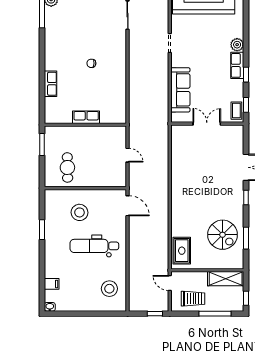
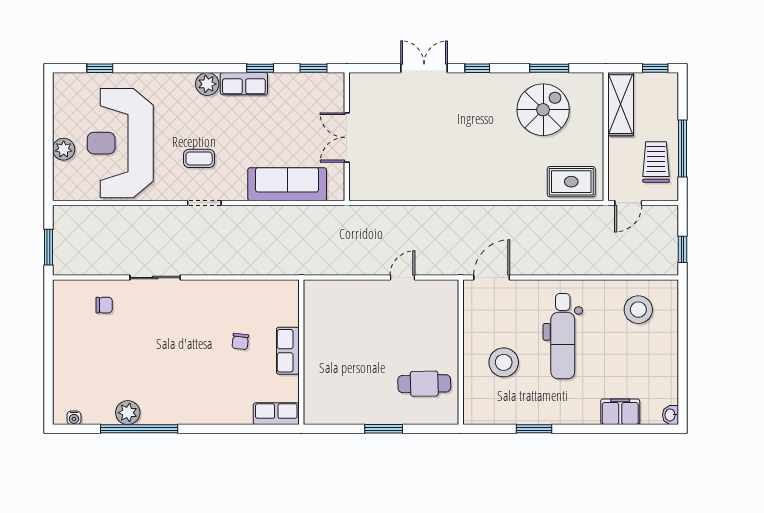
coffee table: (236, 111) -> (199, 158), moved
row of seats: (86, 117) -> (288, 351), moved
wall: (85, 125) -> (301, 352), moved
filing cabinet: (52, 284) -> (620, 412), width x2.00
window: (155, 314) -> (682, 249), moved
window: (215, 314) -> (682, 149), moved

